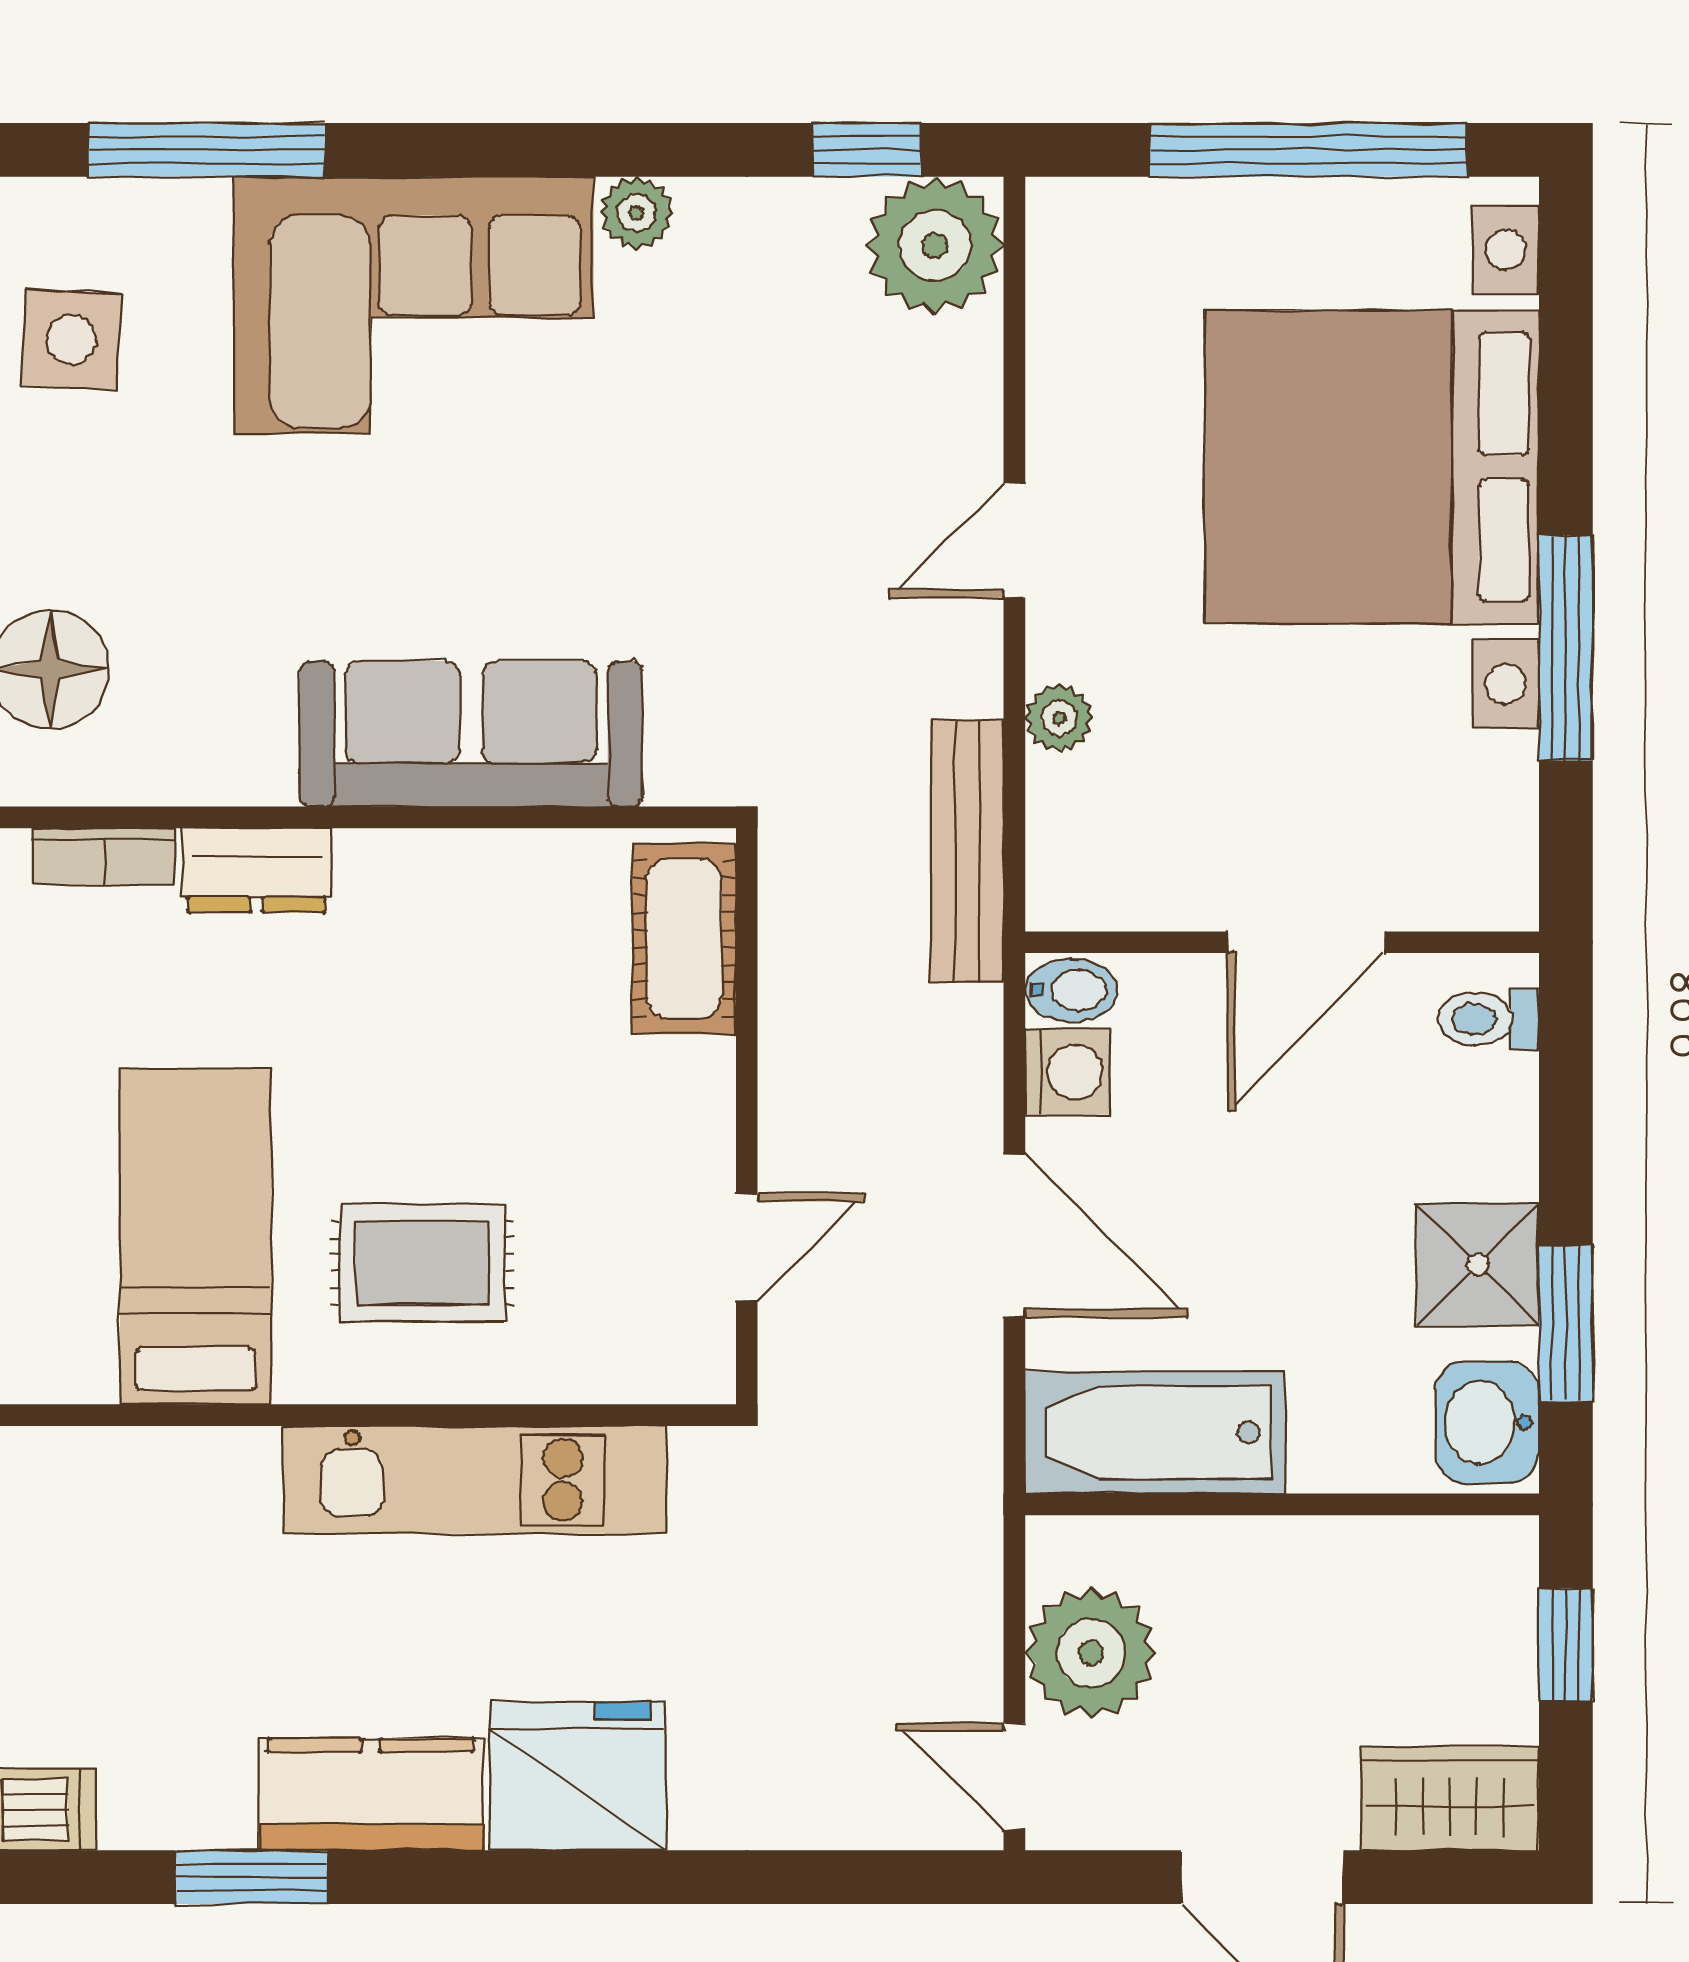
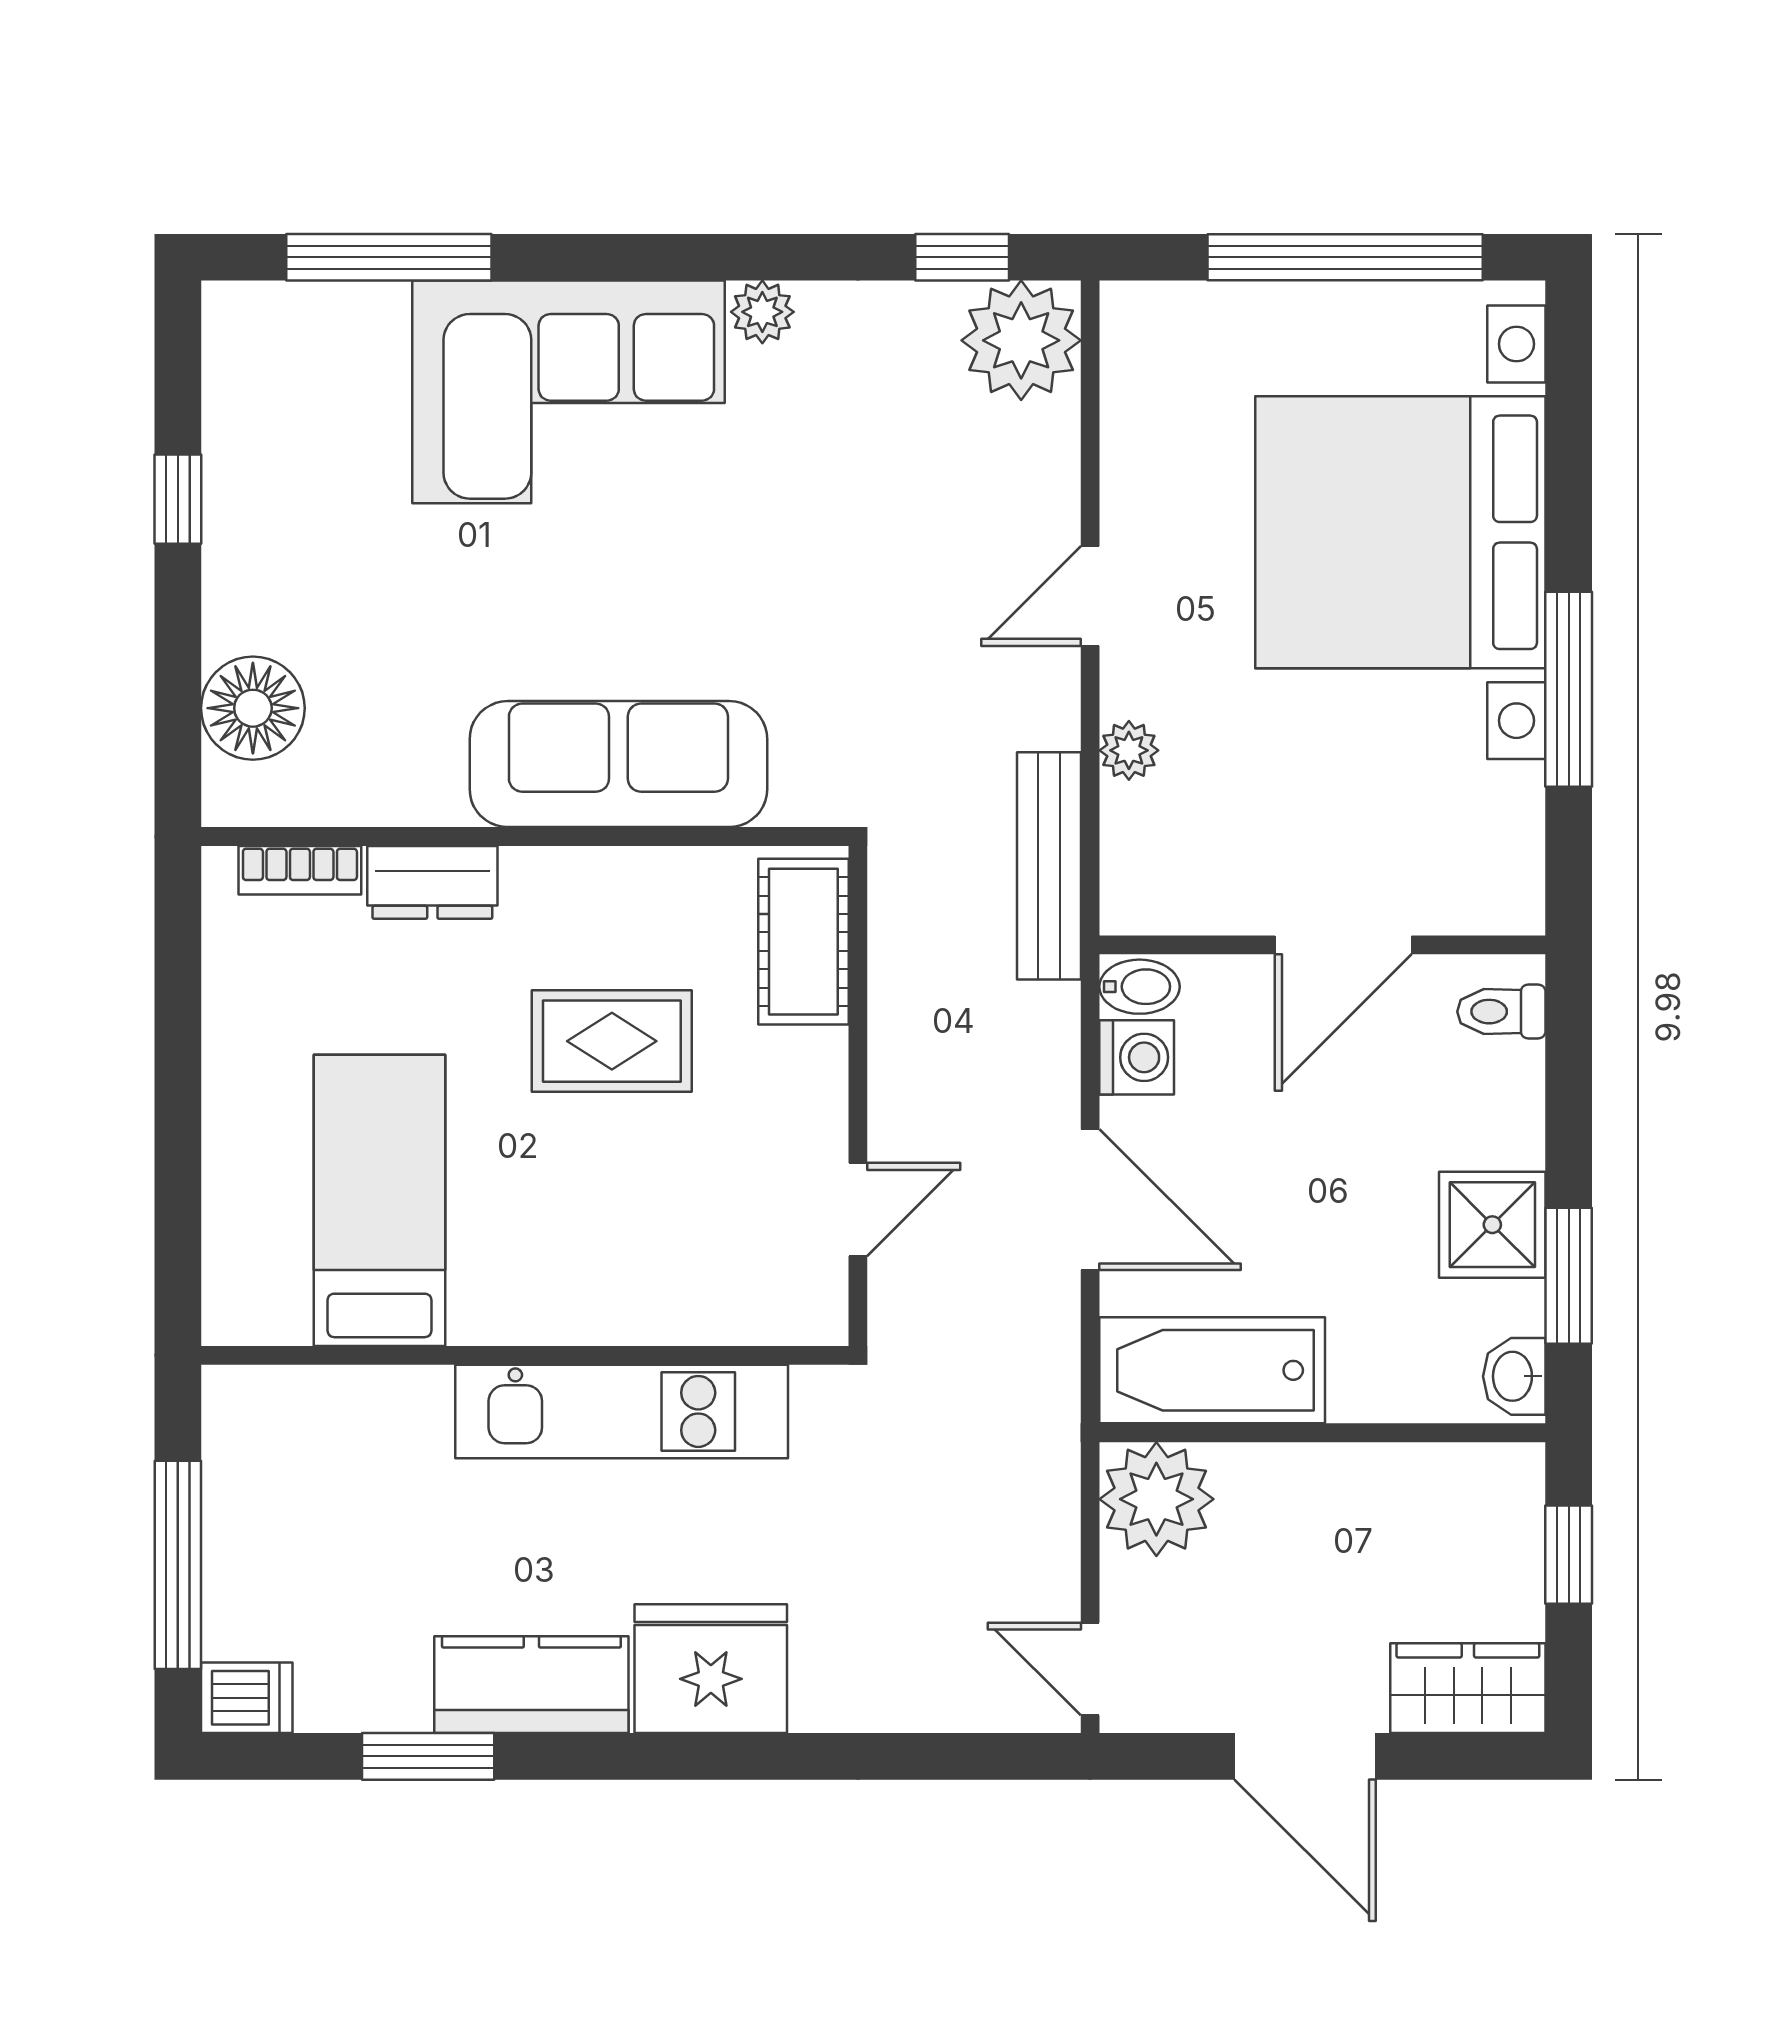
side table: (71, 339) -> (271, 422), removed
rug: (422, 1263) -> (612, 1041), moved
washbasin: (1487, 1422) -> (1514, 1376), width x0.72, depth x0.69
plant: (1091, 1653) -> (1156, 1499), moved

